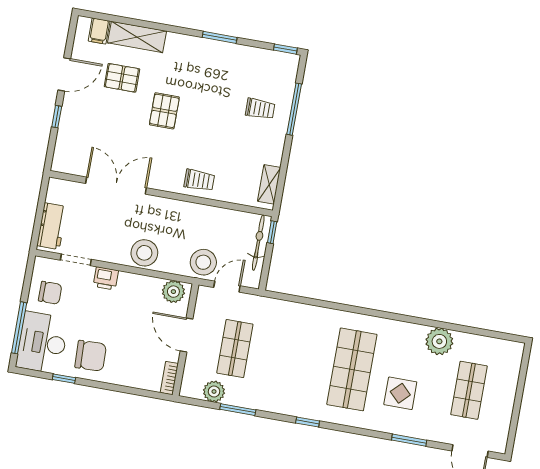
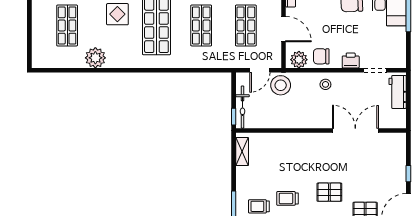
pallet: (164, 111) -> (329, 192), turned 90
trolley: (199, 180) -> (287, 198), moved
double door: (116, 186) -> (355, 130), swing flipped
stool: (144, 253) -> (325, 84), width x0.53, depth x0.53
chair: (50, 293) -> (321, 56), moved
shop shelf: (293, 359) -> (201, 25), added

